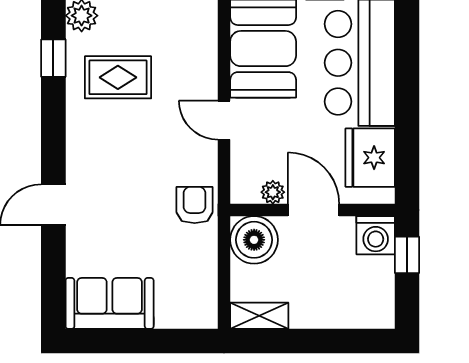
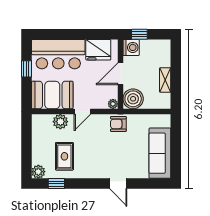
plant: (200, 68) -> (60, 122), added
plant: (273, 192) -> (113, 104), moved
sofa: (110, 303) -> (160, 153), width x1.36
shelving: (259, 316) -> (165, 80), moved

